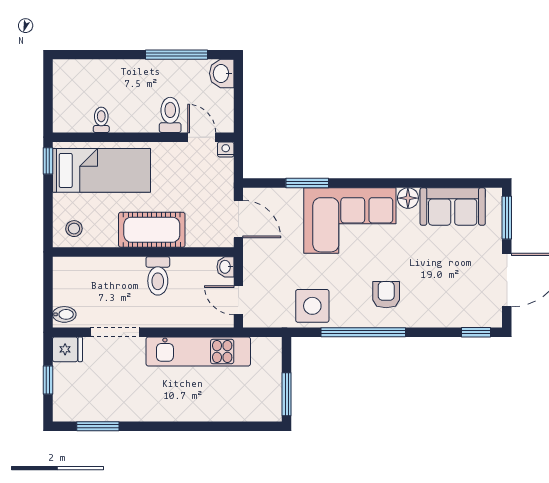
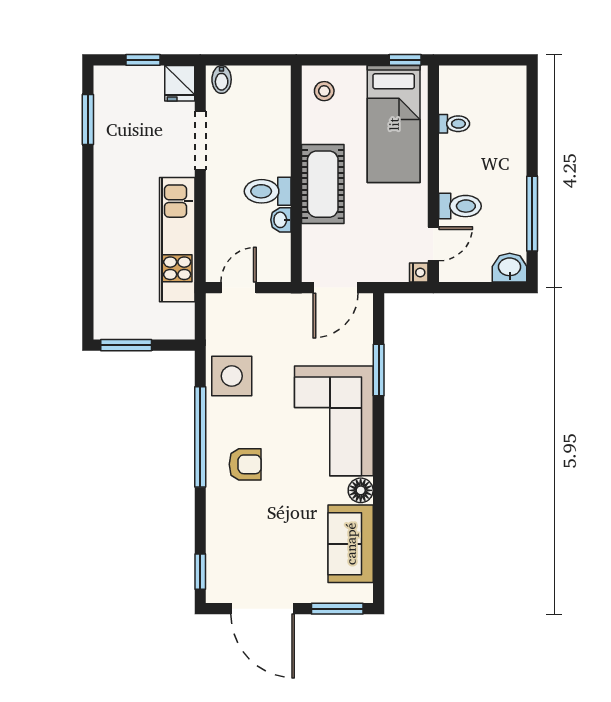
washbasin: (225, 267) -> (281, 220), moved, turned -90

